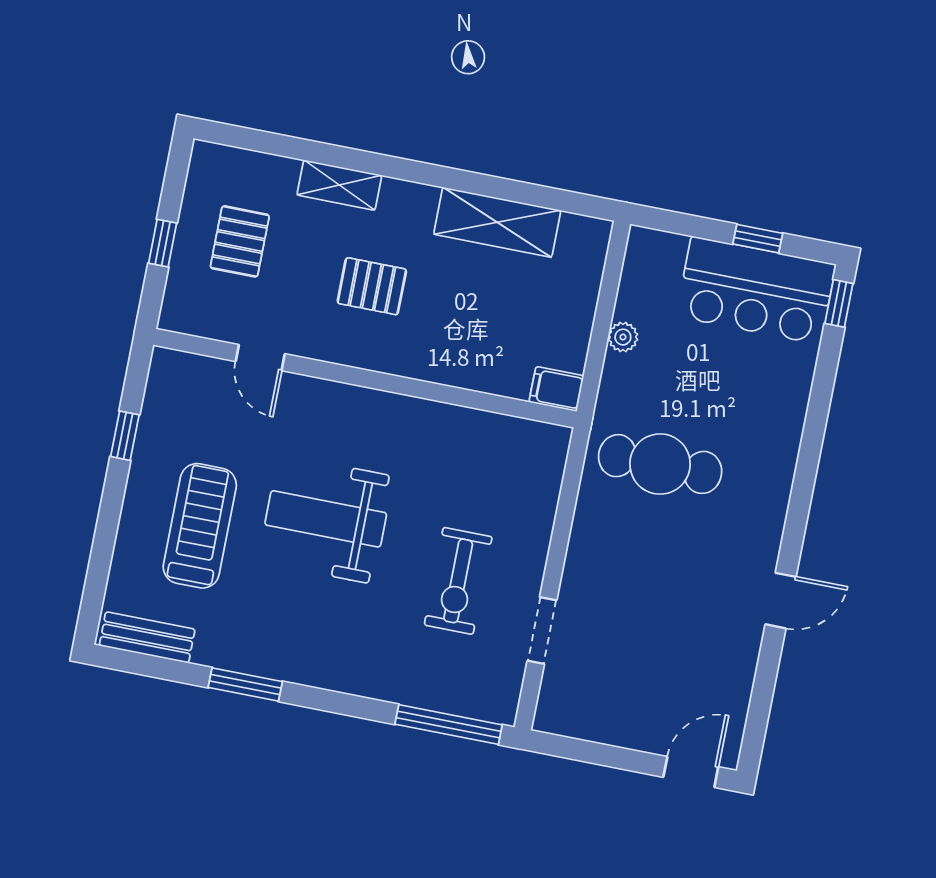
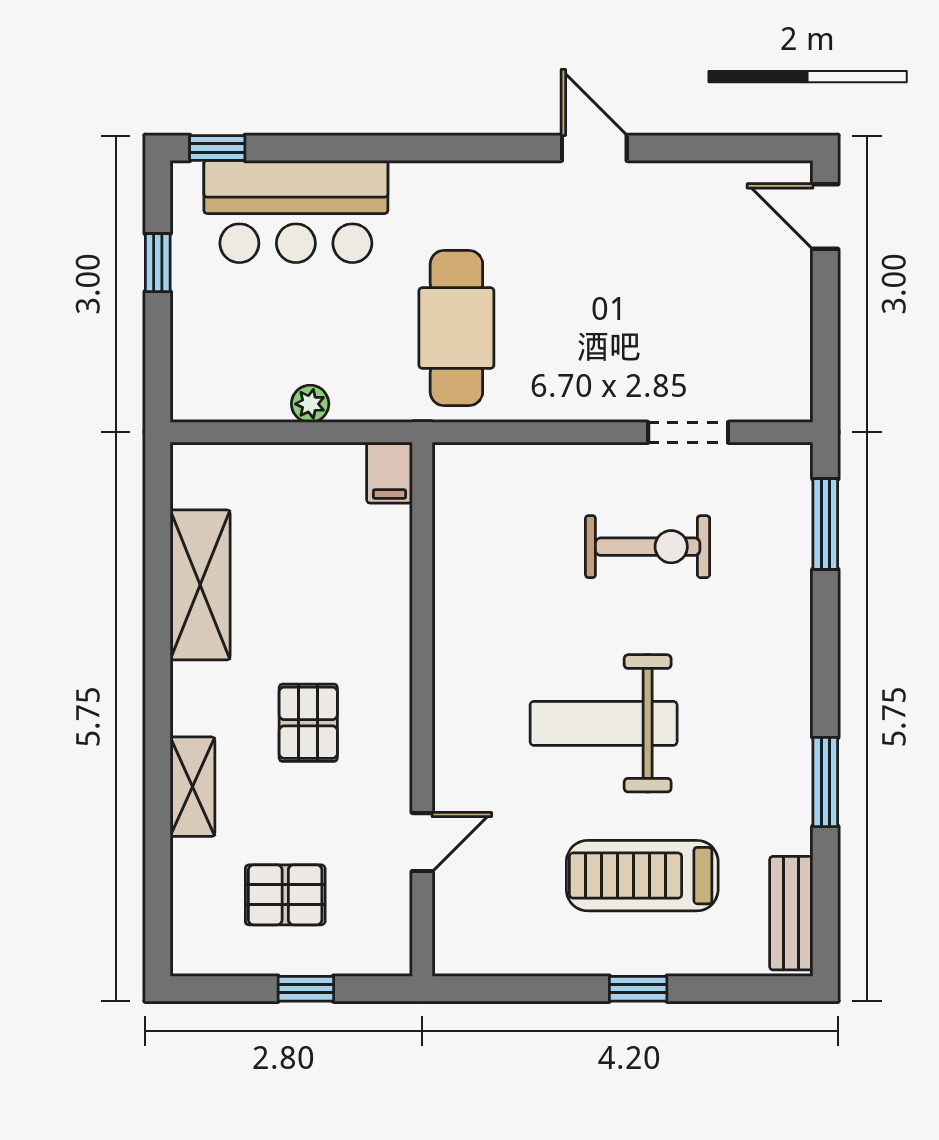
bar counter: (756, 290) -> (296, 211), moved, turned 90
window: (125, 436) -> (638, 989), moved
weight bench: (326, 519) -> (604, 723), turned 90
window: (449, 724) -> (825, 524), width x0.69

